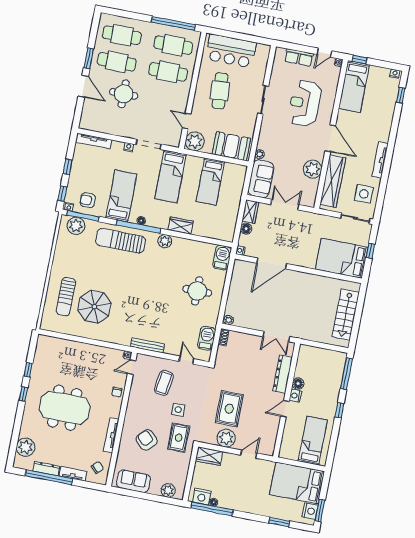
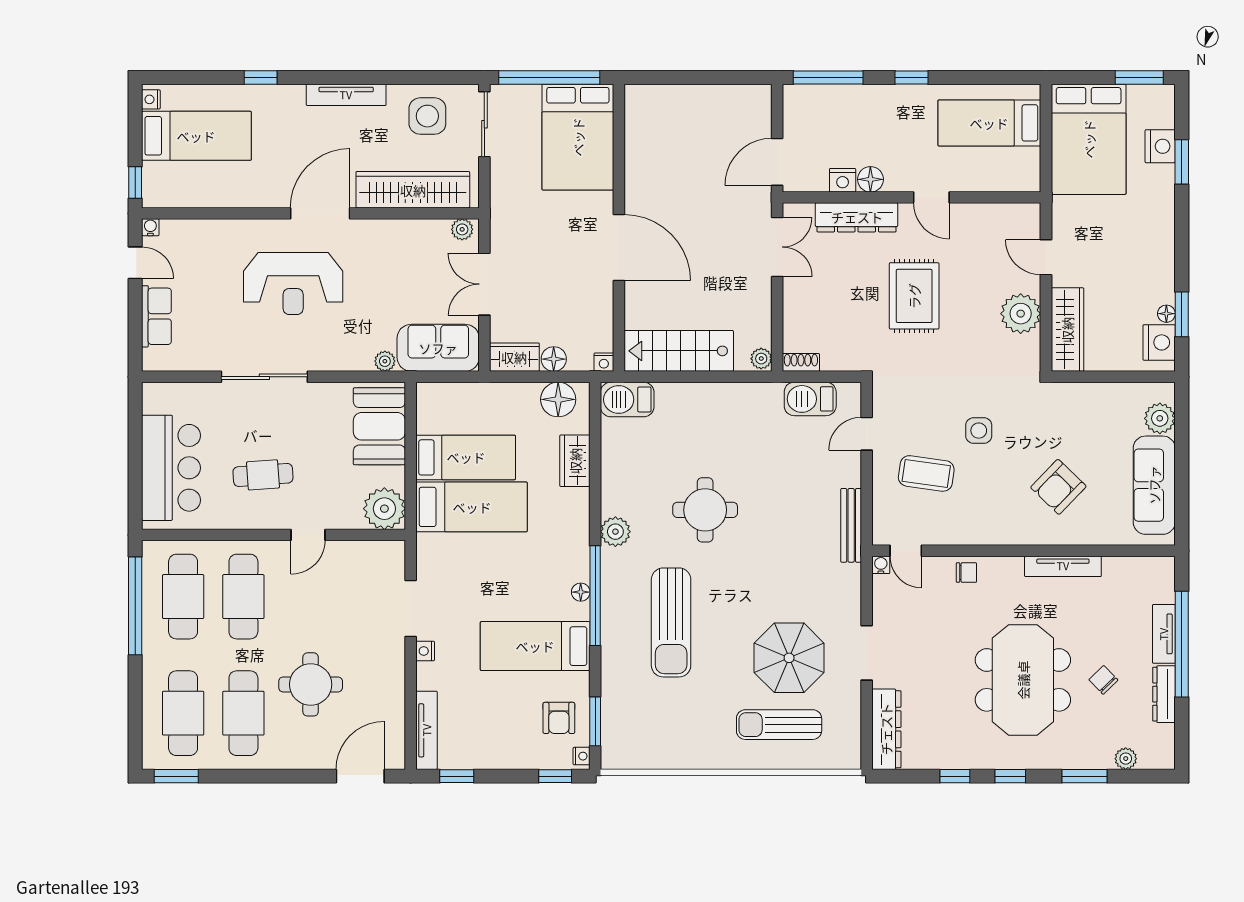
window: (89, 58) -> (176, 776), moved
door: (83, 86) -> (360, 776), moved
bed: (354, 86) -> (196, 136), moved
cafe table: (220, 91) -> (263, 475), width x0.73, depth x0.74
window: (401, 95) -> (261, 78), moved
sliding door: (263, 100) -> (264, 377), width x1.37
reception desk: (305, 103) -> (293, 283), moved
door: (187, 121) -> (308, 535), moved
window: (68, 167) -> (457, 776), moved
plant: (313, 169) -> (462, 229), moved, width x0.53, depth x0.53
bed: (171, 176) -> (472, 507), moved
window: (83, 216) -> (595, 721), width x0.69
plant: (76, 226) -> (620, 733), removed
wardrobe: (181, 226) -> (575, 461), moved
floor lamp: (228, 227) -> (558, 399), added
sun lounger: (120, 241) -> (671, 622), moved
window: (370, 251) -> (549, 78), width x3.17
door: (272, 263) -> (619, 248), moved
round table: (197, 291) -> (705, 510), moved
sun lounger: (66, 297) -> (779, 725), turned 180
stairs: (346, 315) -> (679, 351), moved, turned 180
doorway: (90, 341) -> (867, 653), added
dresser: (55, 343) -> (886, 729), added
door: (314, 344) -> (777, 162), added
nightstand: (295, 396) -> (843, 180), moved
rug: (229, 409) -> (914, 296), moved, turned 90
window: (17, 427) -> (1085, 776), added
rug: (179, 438) -> (1040, 418), removed
plant: (25, 447) -> (1126, 759), width x0.53, depth x0.53
wardrobe: (209, 456) -> (1067, 330), width x1.50
chair: (97, 467) -> (1103, 680), moved
window: (49, 477) -> (1182, 644), moved
sofa: (133, 481) -> (1154, 485), width x1.36
window: (212, 509) -> (1182, 314), width x0.47
nightstand: (310, 511) -> (1160, 146), moved, turned 90

